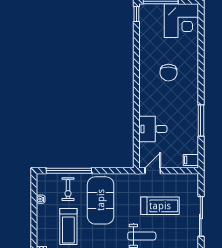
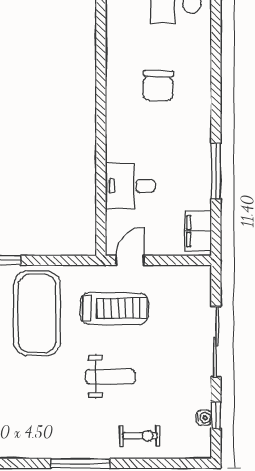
filing cabinet: (191, 160) -> (198, 231), width x2.00
treadmill: (160, 206) -> (114, 308), moved

